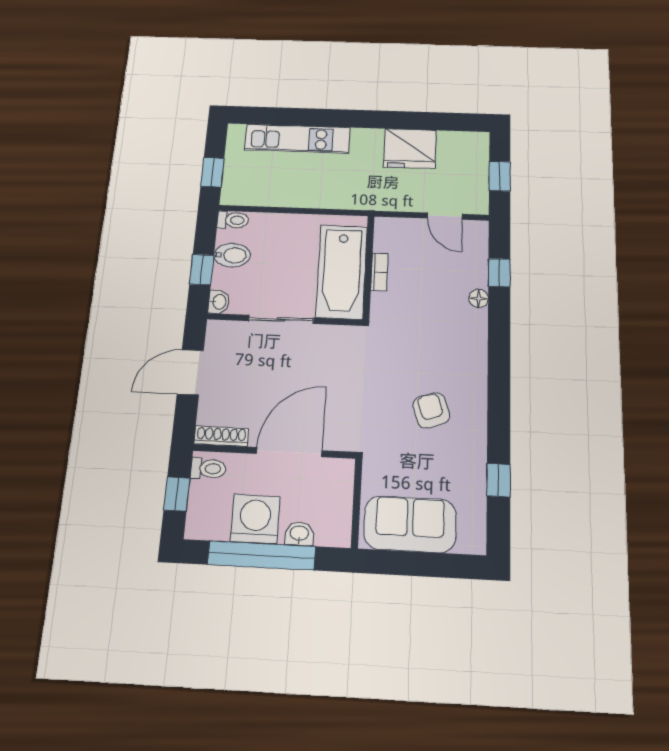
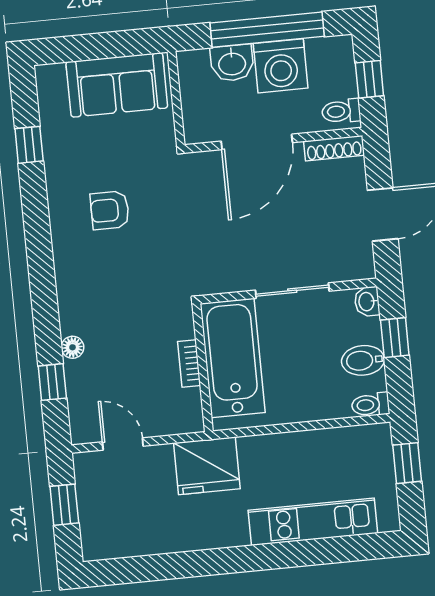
fridge: (410, 149) -> (207, 466), moved, turned 180
armchair: (431, 410) -> (110, 210), turned 108
washbasin: (299, 534) -> (232, 63), width x1.38, depth x1.45

